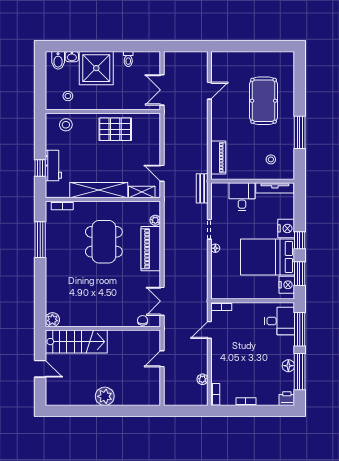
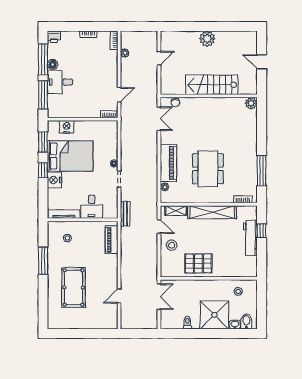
stool: (66, 125) -> (172, 245), moved
workbench: (53, 165) -> (250, 238), width x1.38
nightstand: (287, 285) -> (67, 127), moved, turned 90
desk: (280, 321) -> (60, 82), moved
stairs: (76, 342) -> (212, 85), moved
door: (162, 359) -> (159, 58), moved

